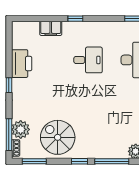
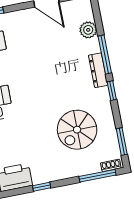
plant: (21, 129) -> (89, 164), removed
spiral stairs: (58, 137) -> (77, 130), moved
dresser: (99, 153) -> (98, 70), added

